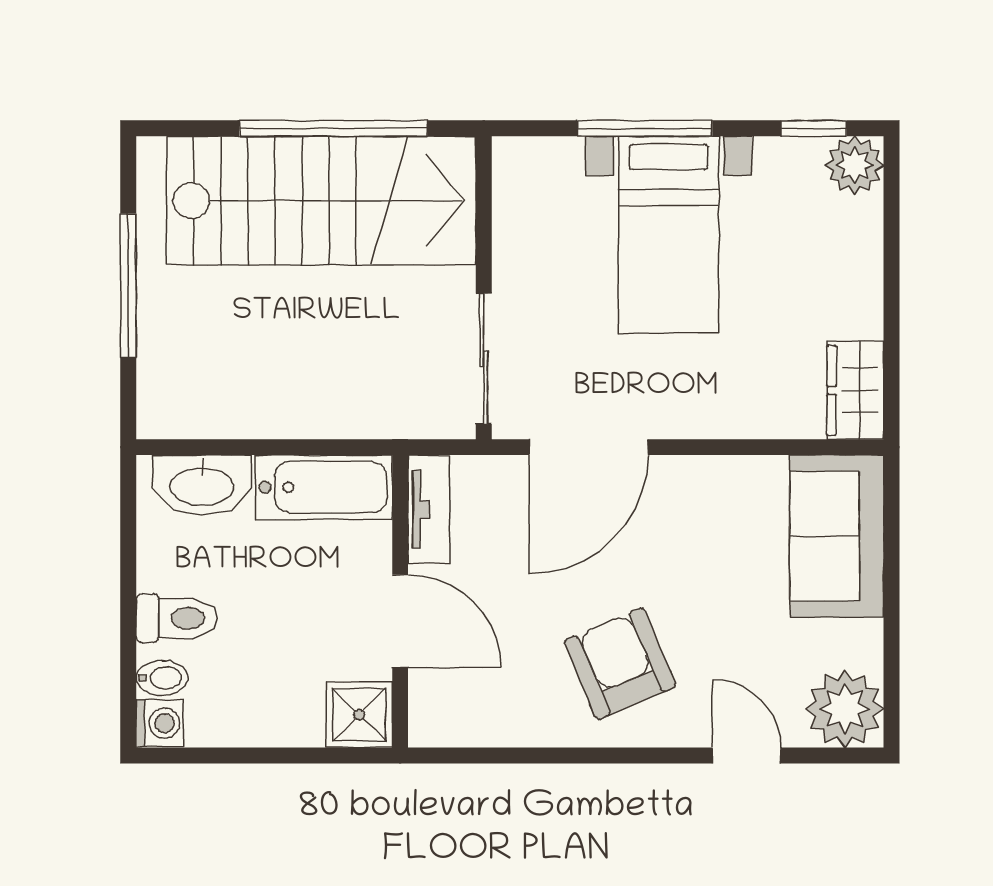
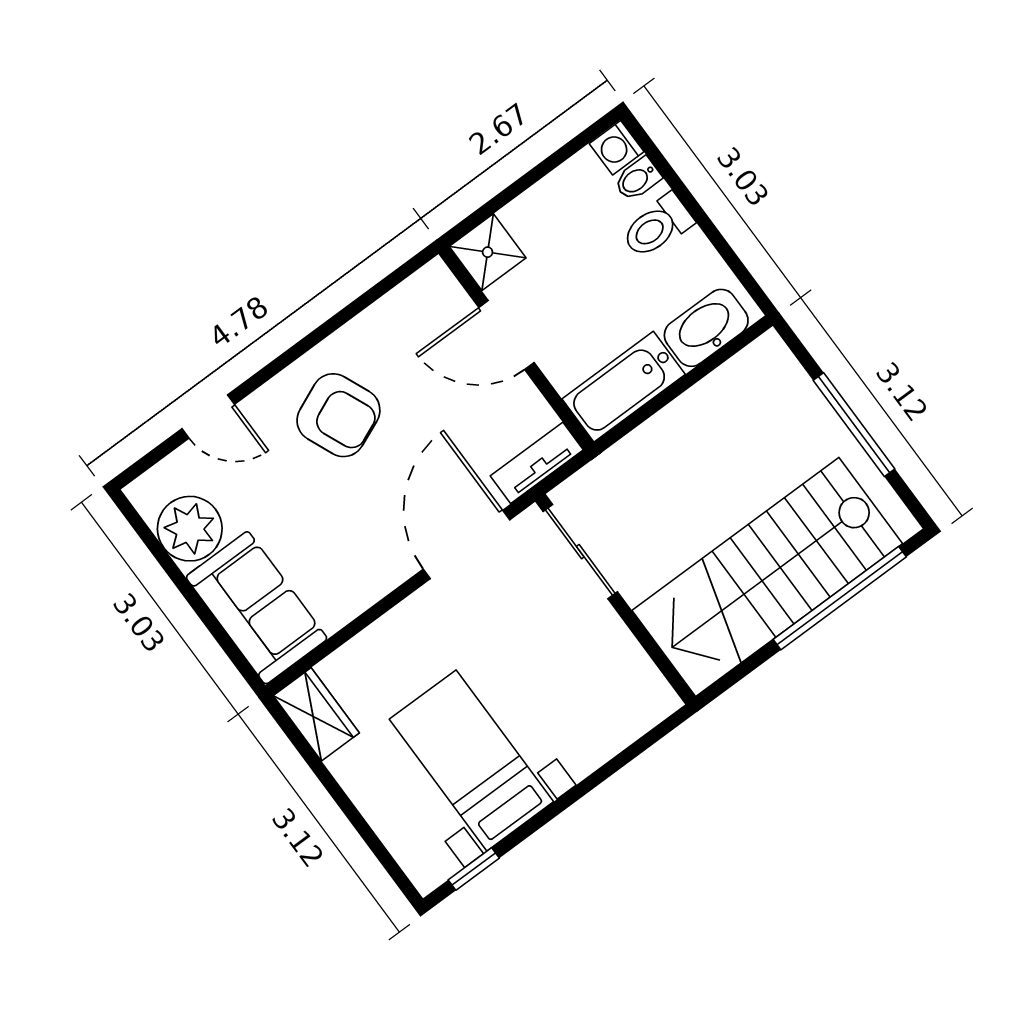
window: (333, 128) -> (840, 598), moved
window: (645, 128) -> (587, 785), removed
plant: (855, 165) -> (428, 865), removed
bed with nightstands: (669, 235) -> (471, 760), moved
tv unit: (429, 509) -> (537, 463), moved, turned 90
plant: (845, 709) -> (190, 529), moved

